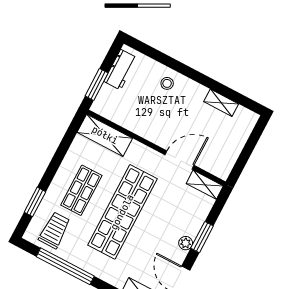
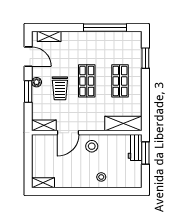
workbench: (121, 70) -> (135, 147), moved
shelving: (221, 103) -> (43, 183), moved
stool: (159, 128) -> (92, 146), added
shop shelf: (122, 212) -> (87, 81), width x0.50, depth x0.74
trolley: (55, 230) -> (60, 88), moved

